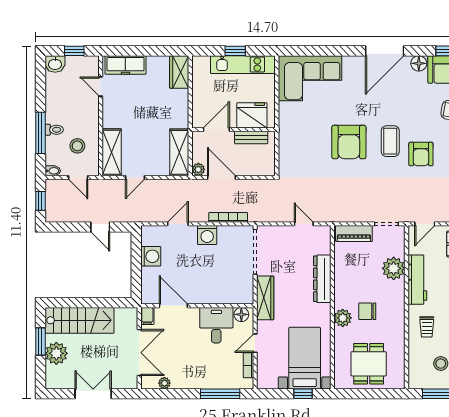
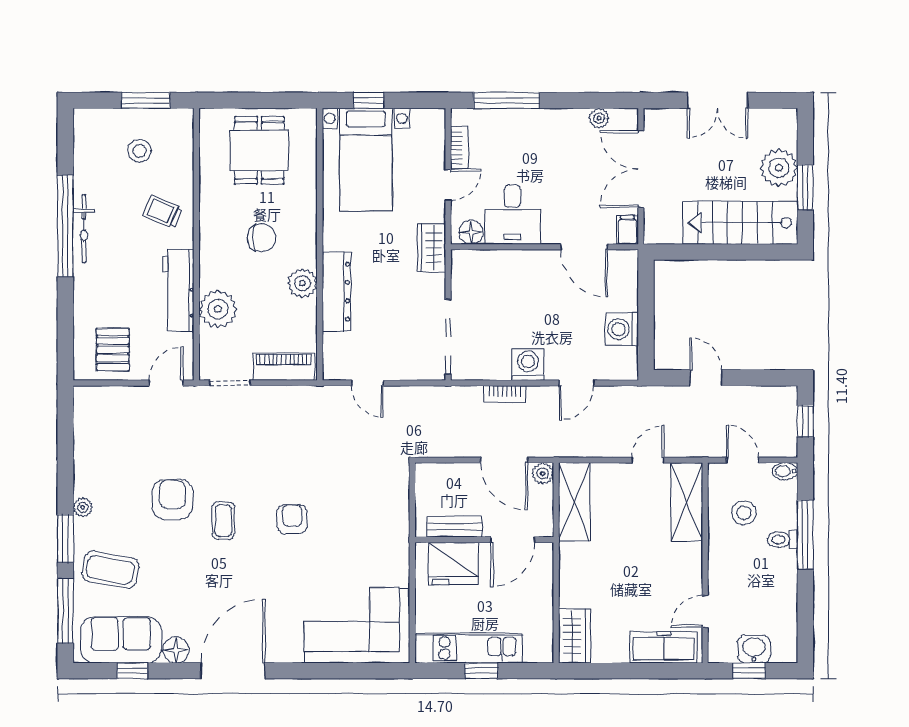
washbasin: (55, 64) -> (754, 649), moved
door: (101, 87) -> (705, 612), swing flipped
coffee table: (390, 141) -> (223, 521), width x0.73, depth x0.77
armchair: (349, 142) -> (292, 519), width x0.53, depth x0.53
bookcase: (228, 217) -> (505, 394), width x0.64
wardrobe: (265, 298) -> (432, 248), width x0.67
plant: (343, 318) -> (302, 283), moved
trolley: (427, 327) -> (163, 212), turned -67

